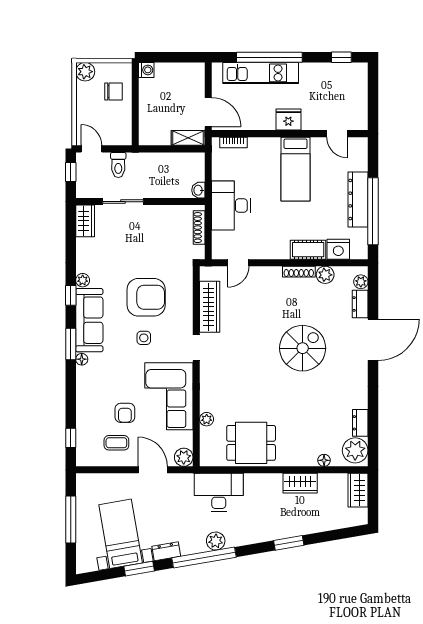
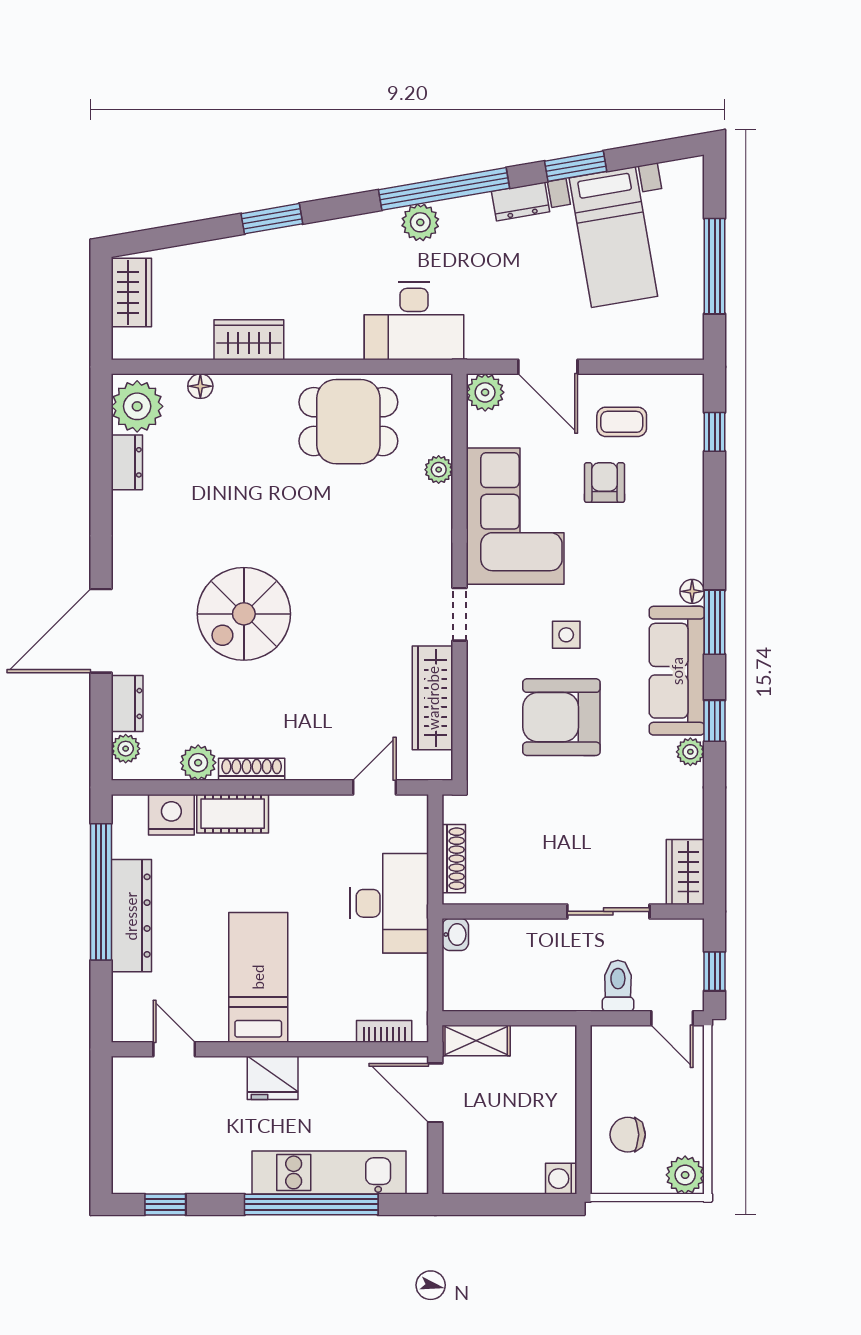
wardrobe: (358, 490) -> (131, 292), moved

